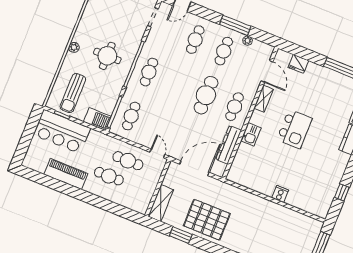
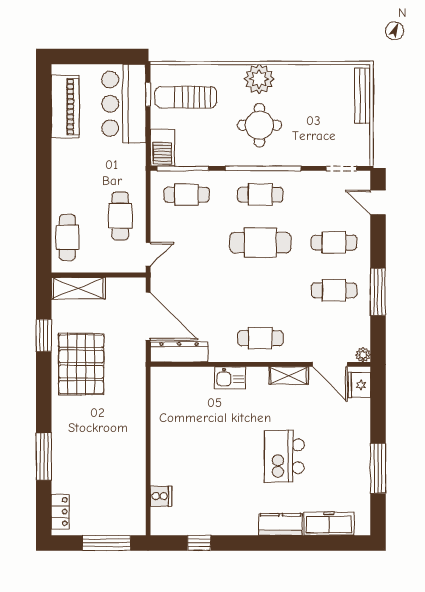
plant: (247, 41) -> (363, 355), moved
plant: (74, 47) -> (259, 79), width x1.88, depth x1.88
fridge: (298, 64) -> (359, 385), moved
door: (267, 71) -> (330, 364), hinge flipped
cafe table: (206, 95) -> (260, 243), moved
kitchen island: (294, 129) -> (284, 456), moved, turned 90
dresser: (229, 145) -> (179, 352), moved
piano: (66, 174) -> (65, 107), moved
cafe table: (109, 176) -> (67, 237), moved
cooker: (280, 194) -> (161, 496), moved

